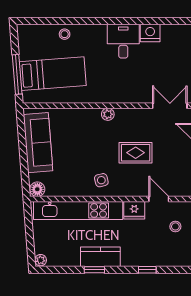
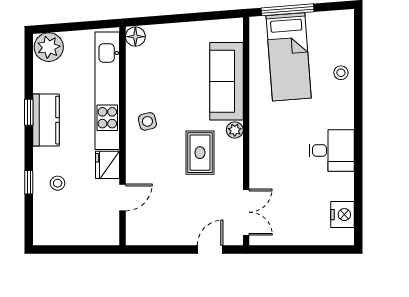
nightstand: (150, 33) -> (343, 215), moved
sofa: (38, 143) -> (226, 81), moved, turned 94
rug: (136, 153) -> (200, 153), moved
stool: (175, 226) -> (58, 183), moved
plant: (41, 260) -> (49, 47), width x1.87, depth x1.87

